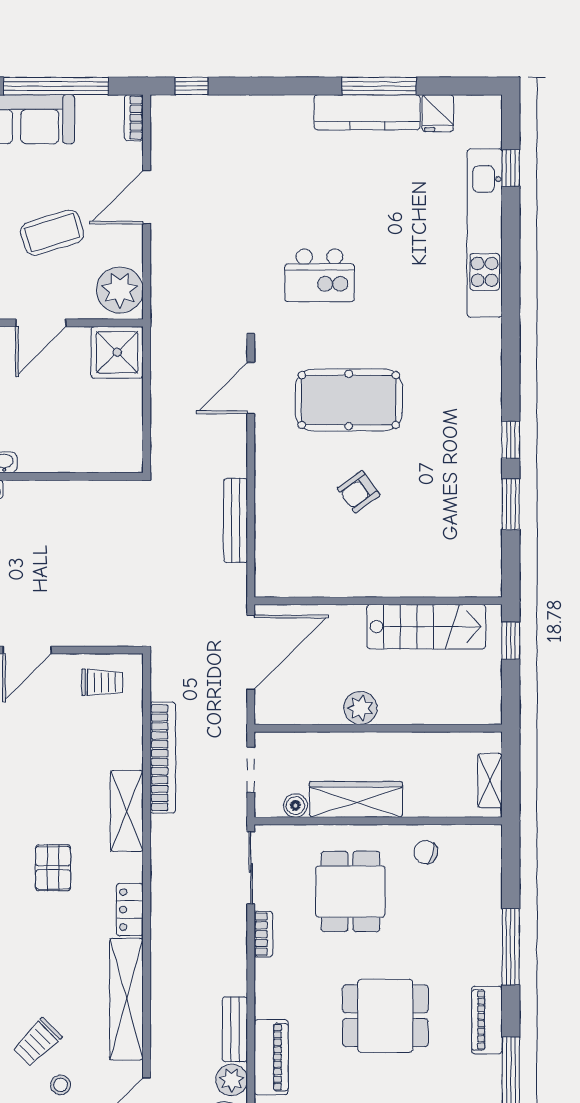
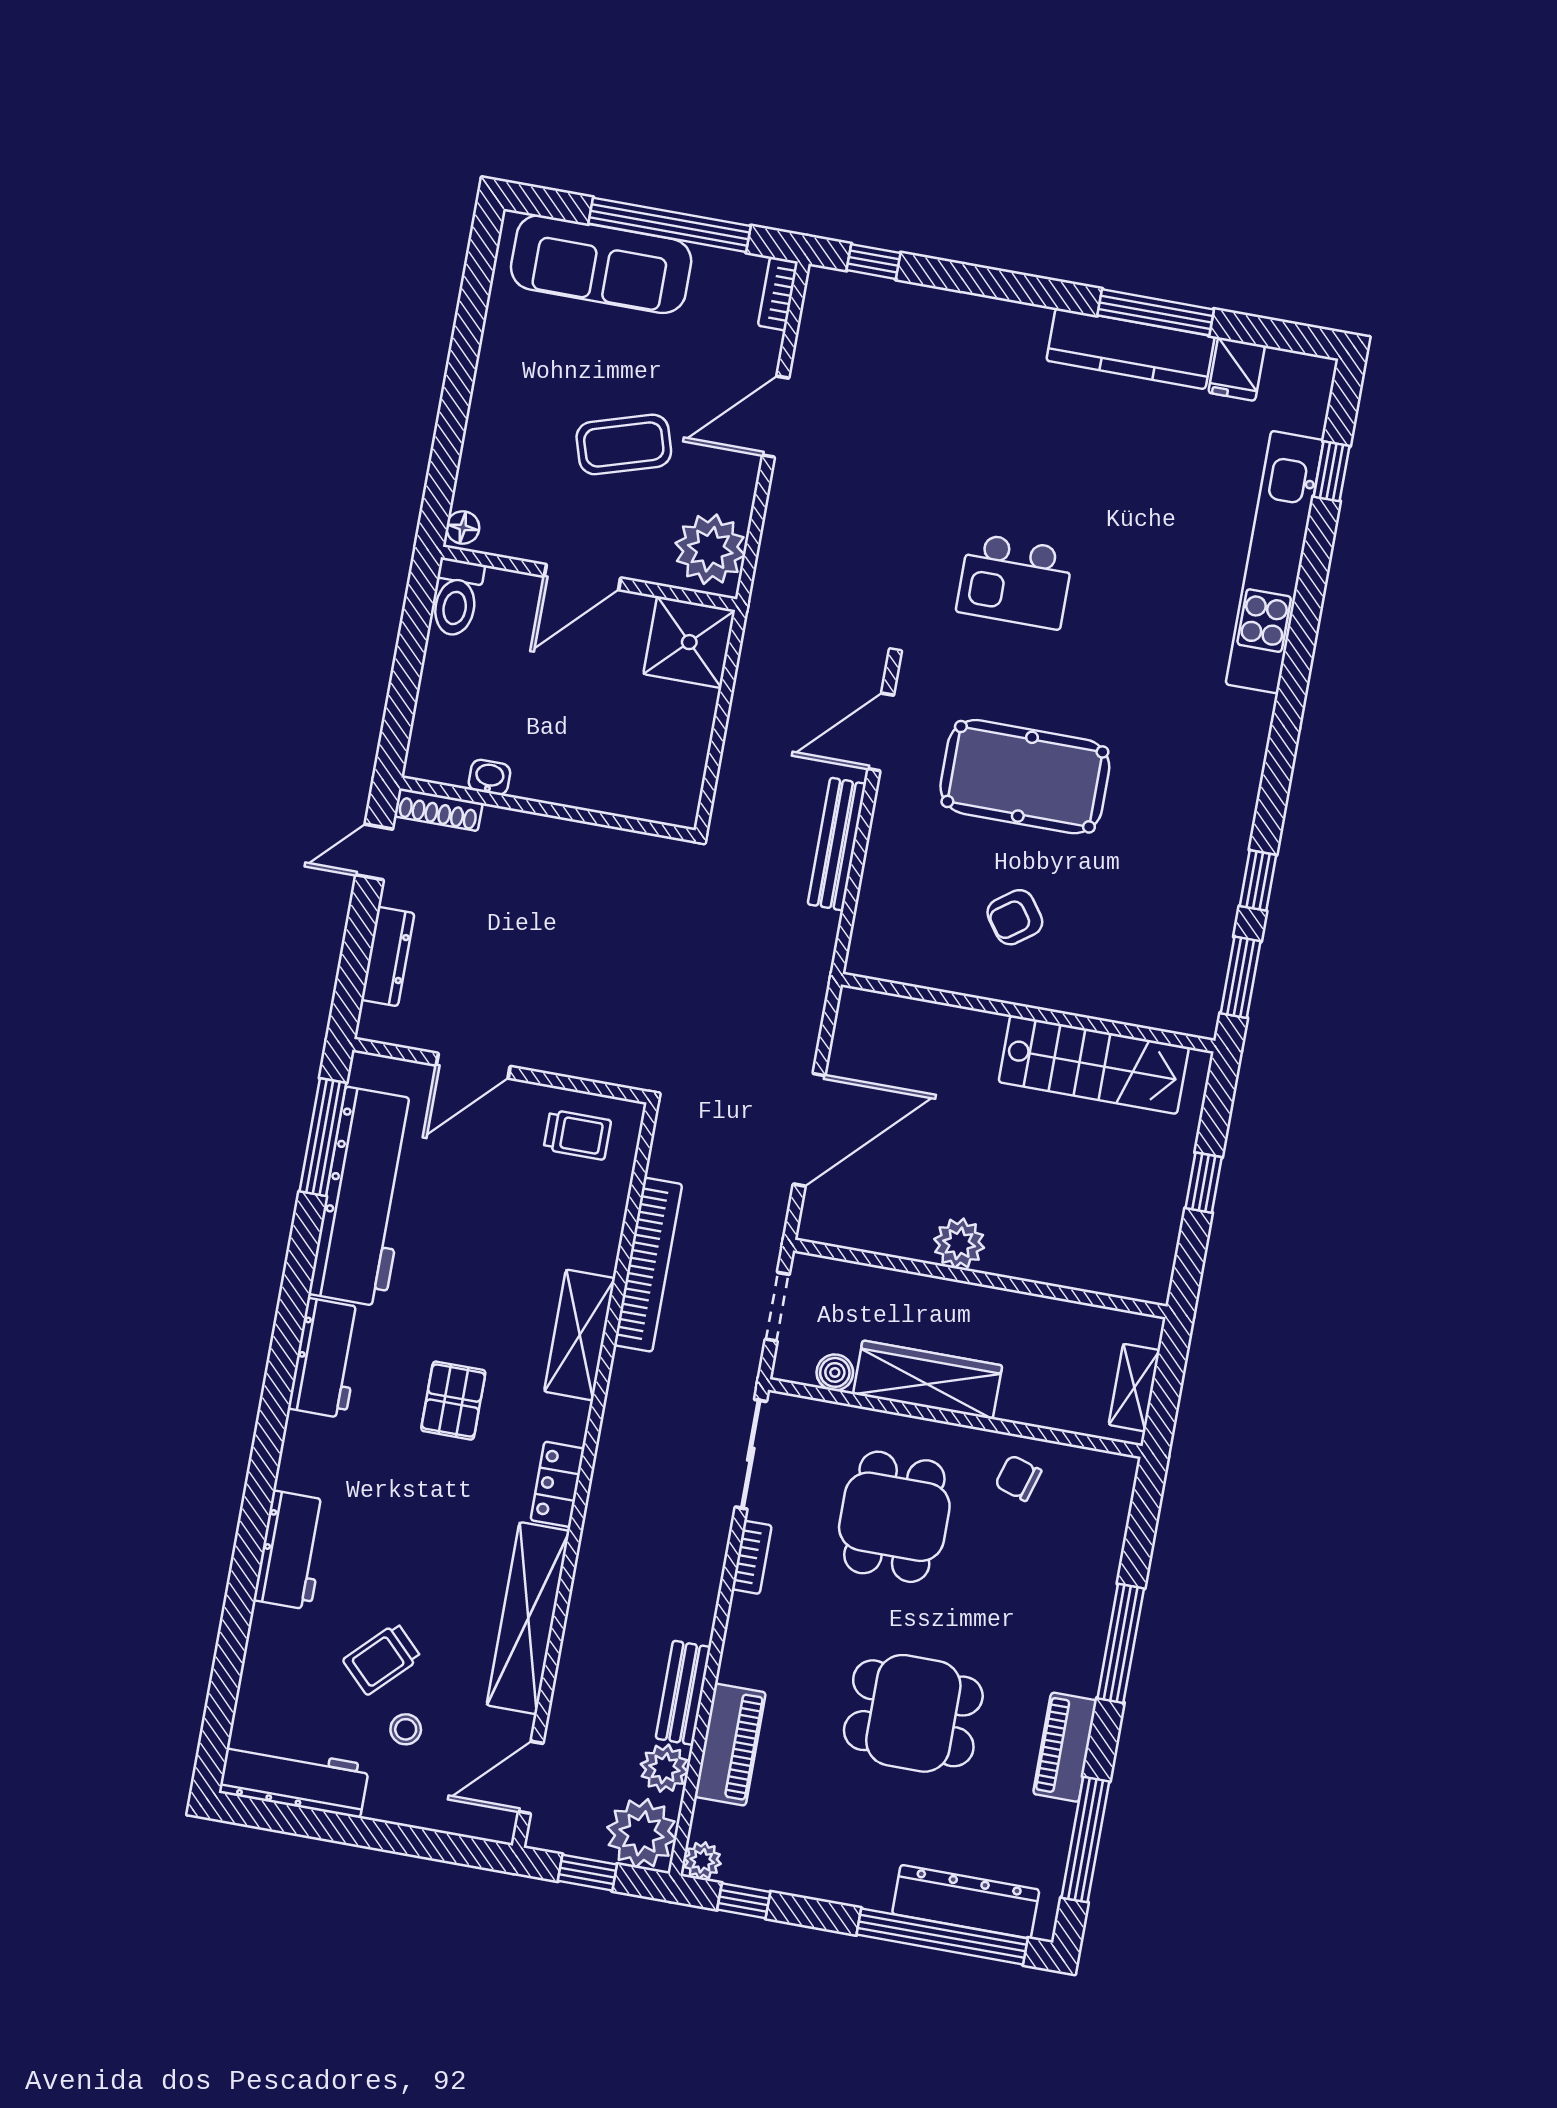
bench: (235, 521) -> (837, 844), moved
wall: (378, 601) -> (1028, 1013), moved
stairs: (426, 627) -> (1094, 1065), moved

